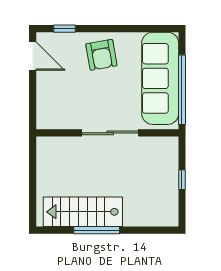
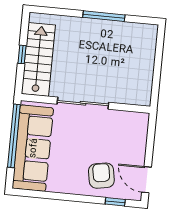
armchair: (101, 55) -> (101, 176), moved
stairs: (83, 212) -> (38, 59), moved, turned -90

